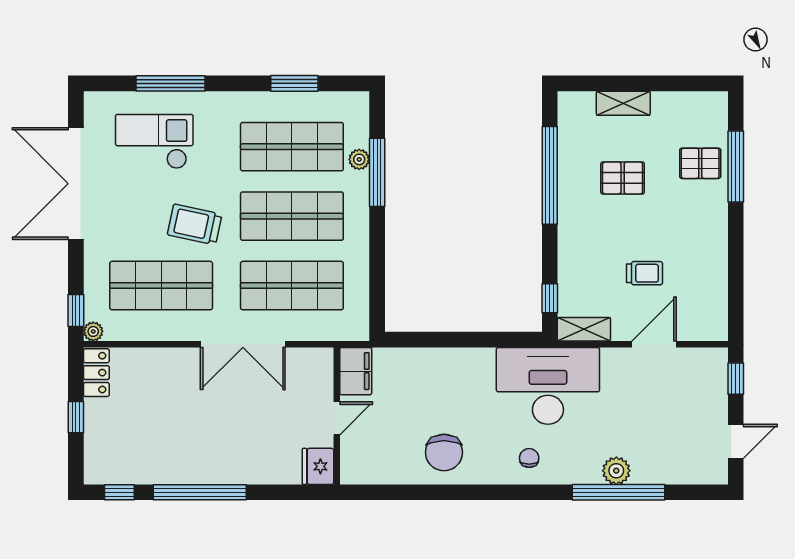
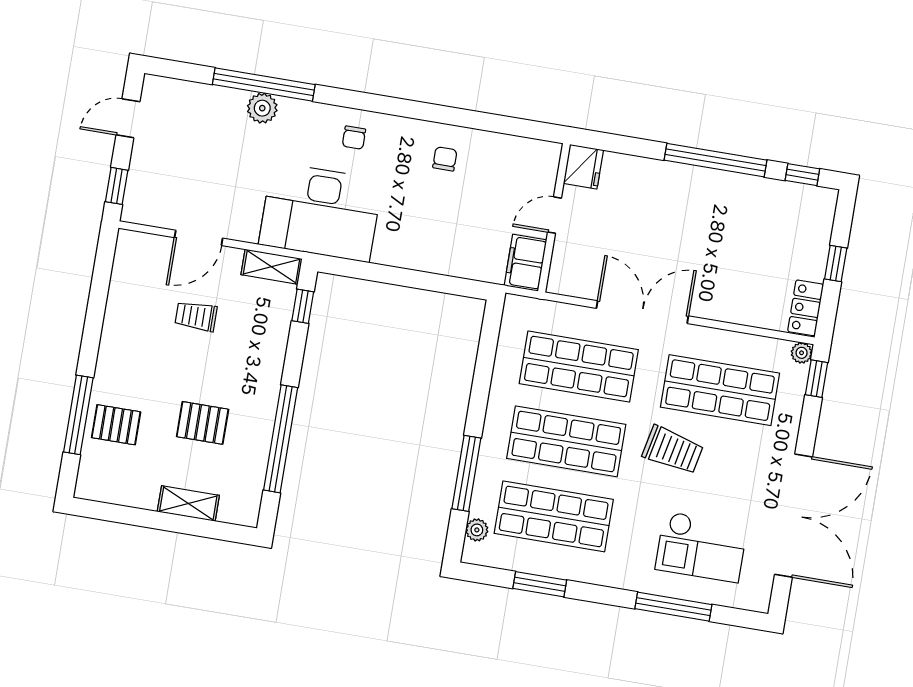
plant: (359, 159) -> (477, 530), moved
chair: (444, 452) -> (445, 159), width x0.54, depth x0.54

